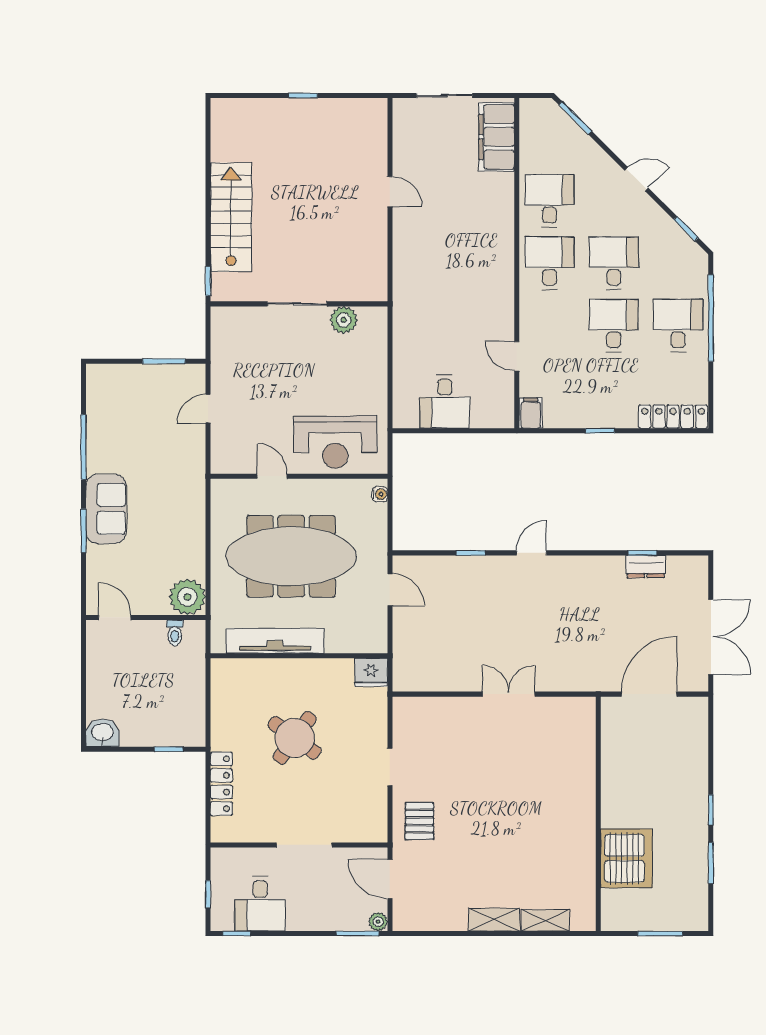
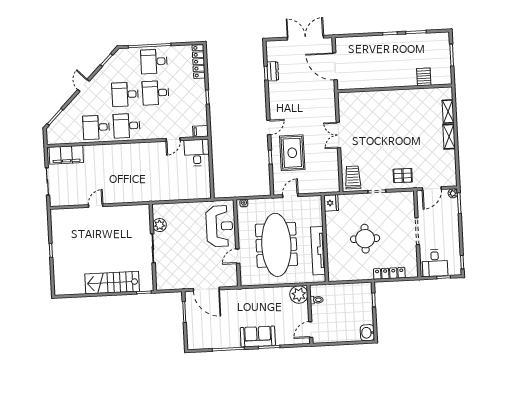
desk: (445, 402) -> (197, 153), moved, turned -90
door: (208, 409) -> (206, 289), width x1.87
door: (531, 553) -> (269, 127), swing flipped
rug: (477, 598) -> (292, 153), added
trolley: (421, 719) -> (353, 178), added
round table: (295, 738) -> (365, 239), turned -36
server rack: (626, 858) -> (424, 77), width x0.46, depth x0.70
desk: (260, 904) -> (435, 263), moved, turned 90

